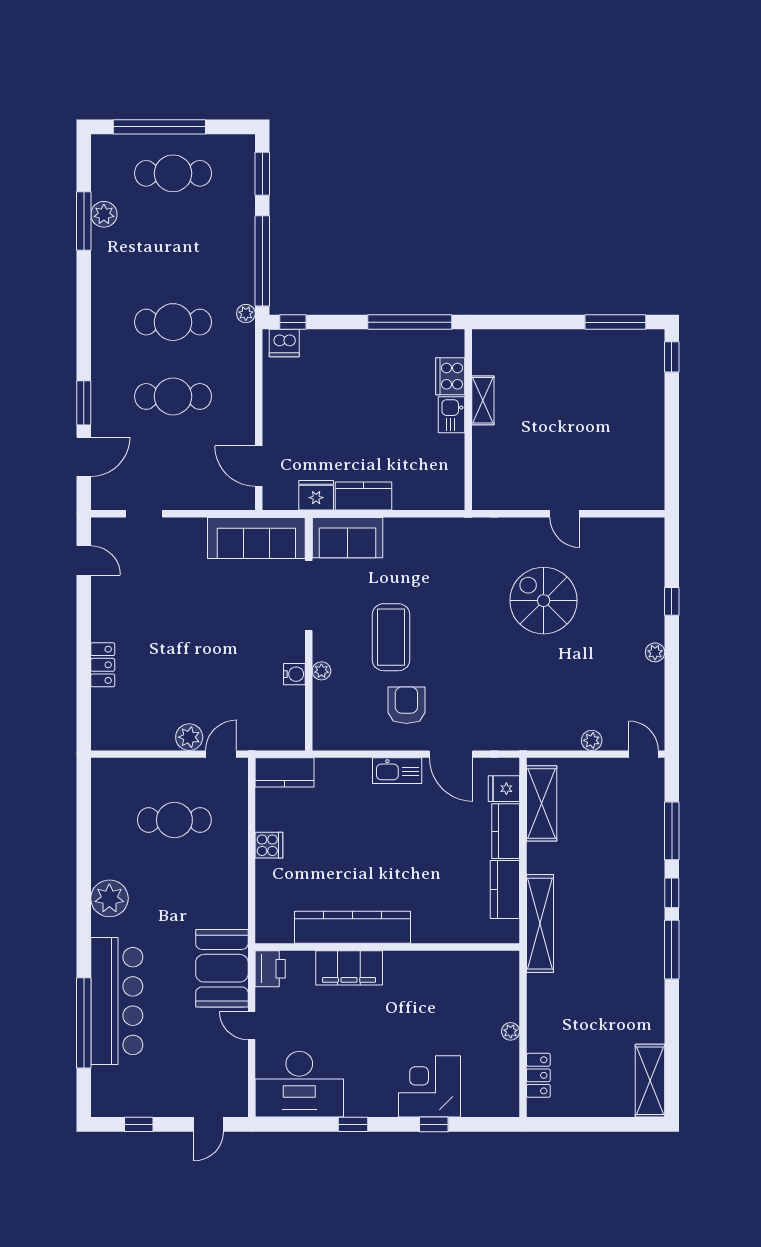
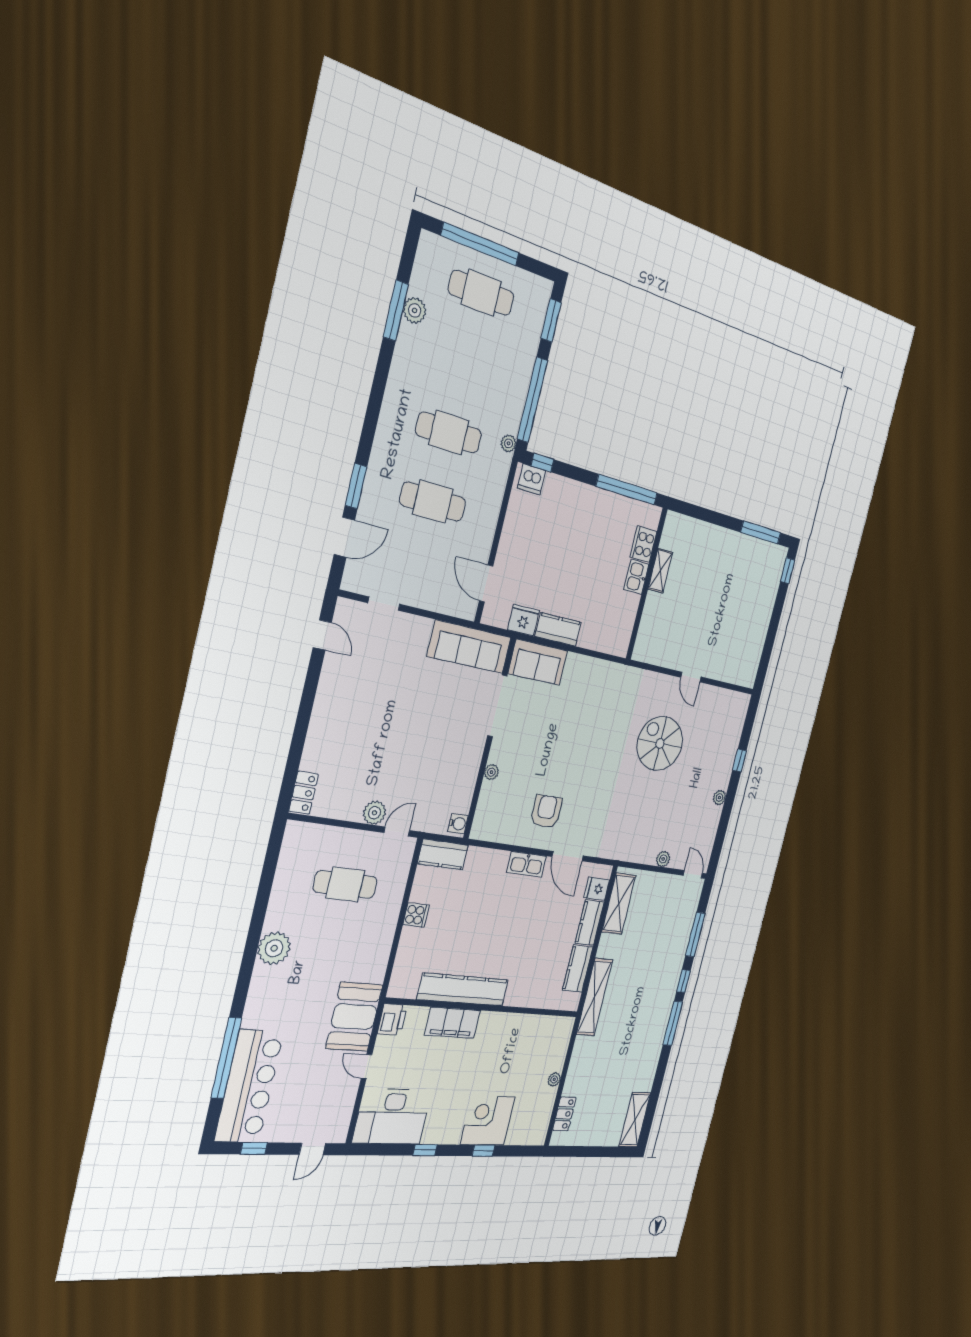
coffee table: (391, 637) -> (549, 753), removed
locker: (103, 665) -> (304, 793), moved
water cooler: (294, 674) -> (458, 824), moved
bar counter: (117, 1001) -> (249, 1086), moved

